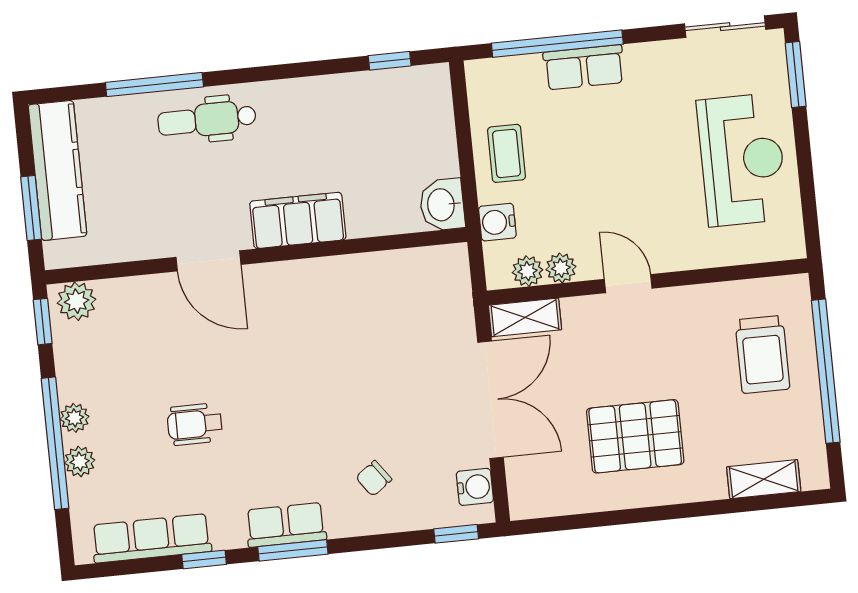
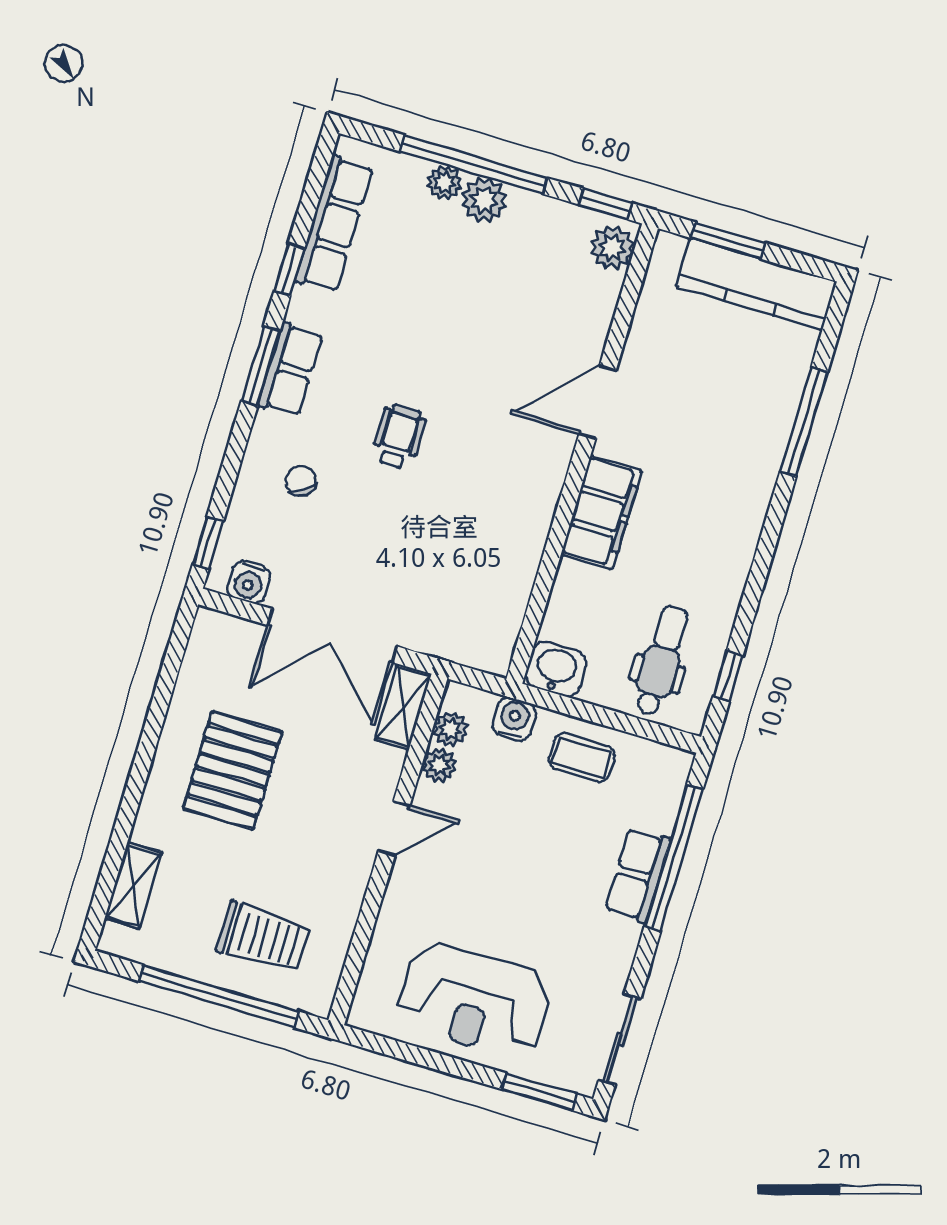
dental chair: (207, 120) -> (661, 661), moved
trolley: (762, 354) -> (263, 938), turned 180
plant: (74, 418) -> (484, 200), width x1.38, depth x1.38
wheelchair: (195, 424) -> (399, 437), moved

